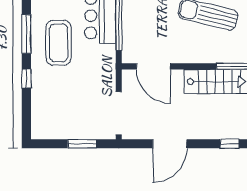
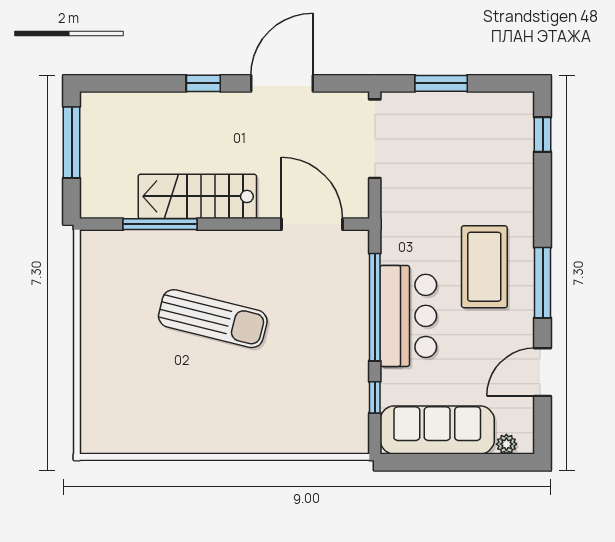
window: (26, 79) -> (543, 135), moved
window: (230, 144) -> (203, 83), moved

